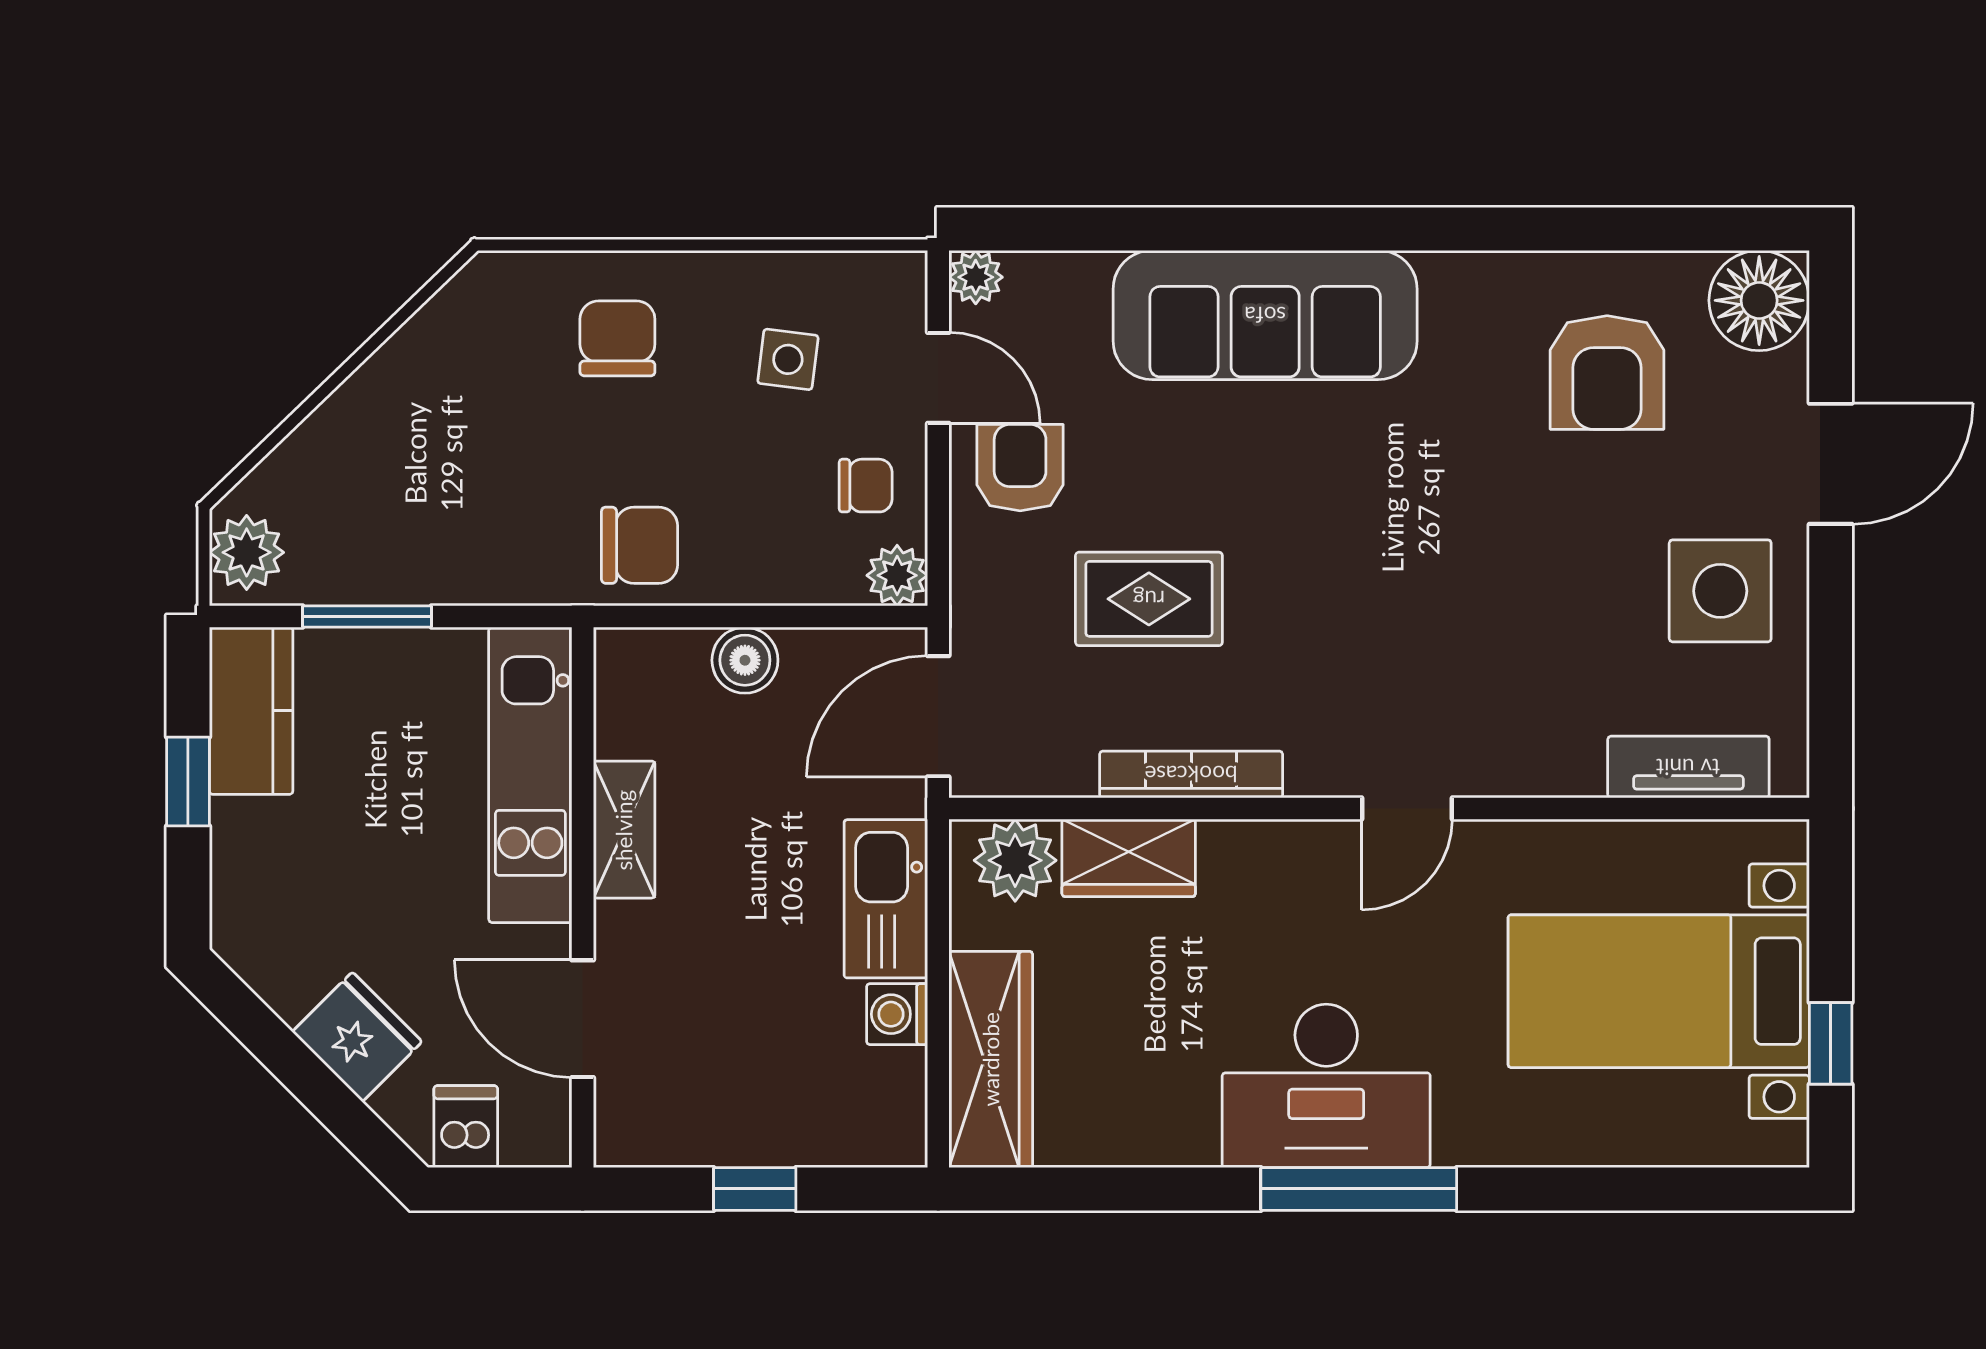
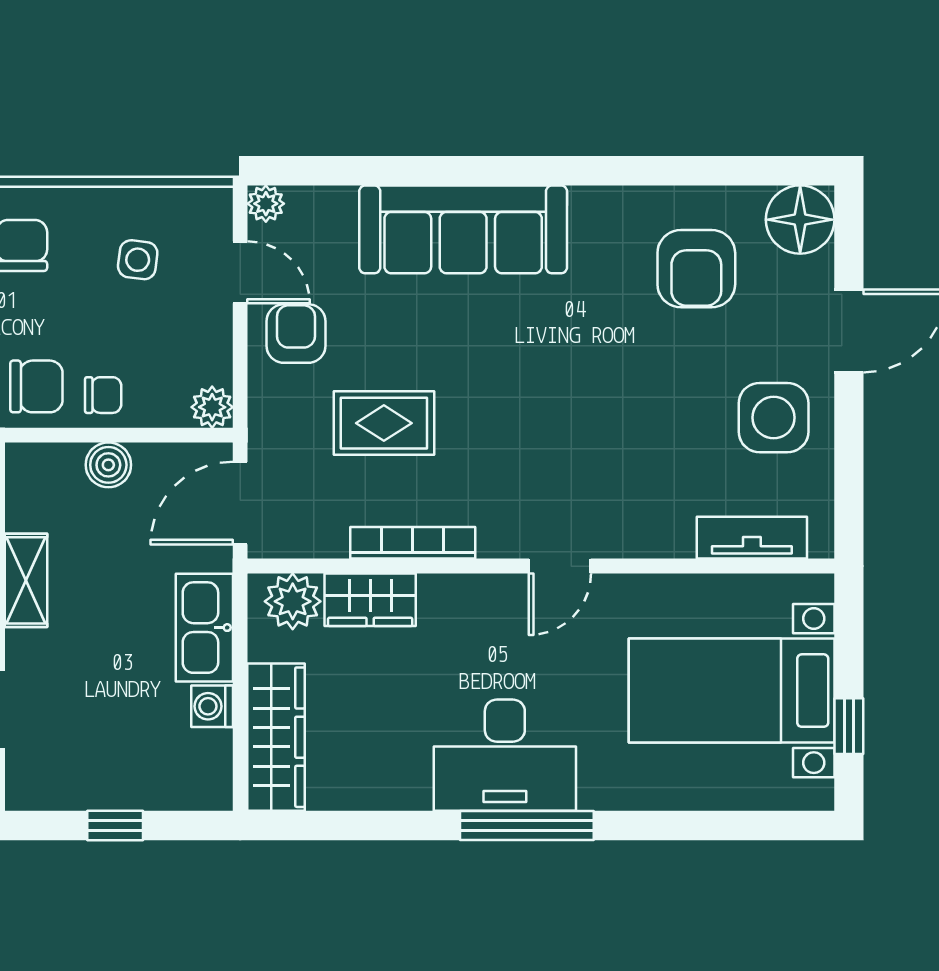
chair: (866, 486) -> (103, 395), moved

